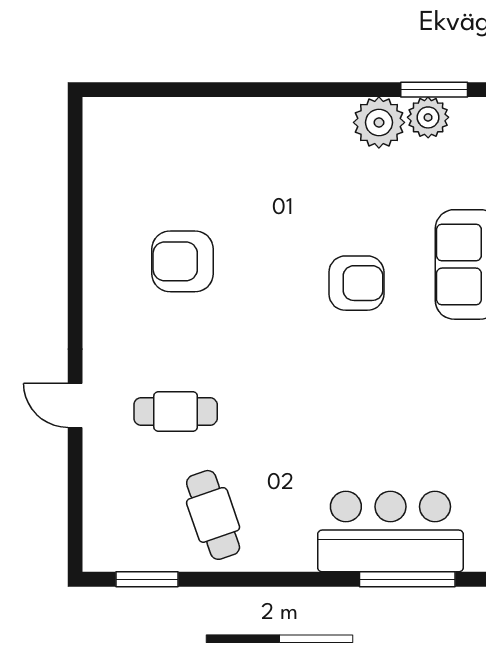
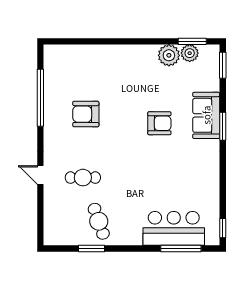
window: (75, 223) -> (40, 98), added
window: (147, 579) -> (92, 248), moved

